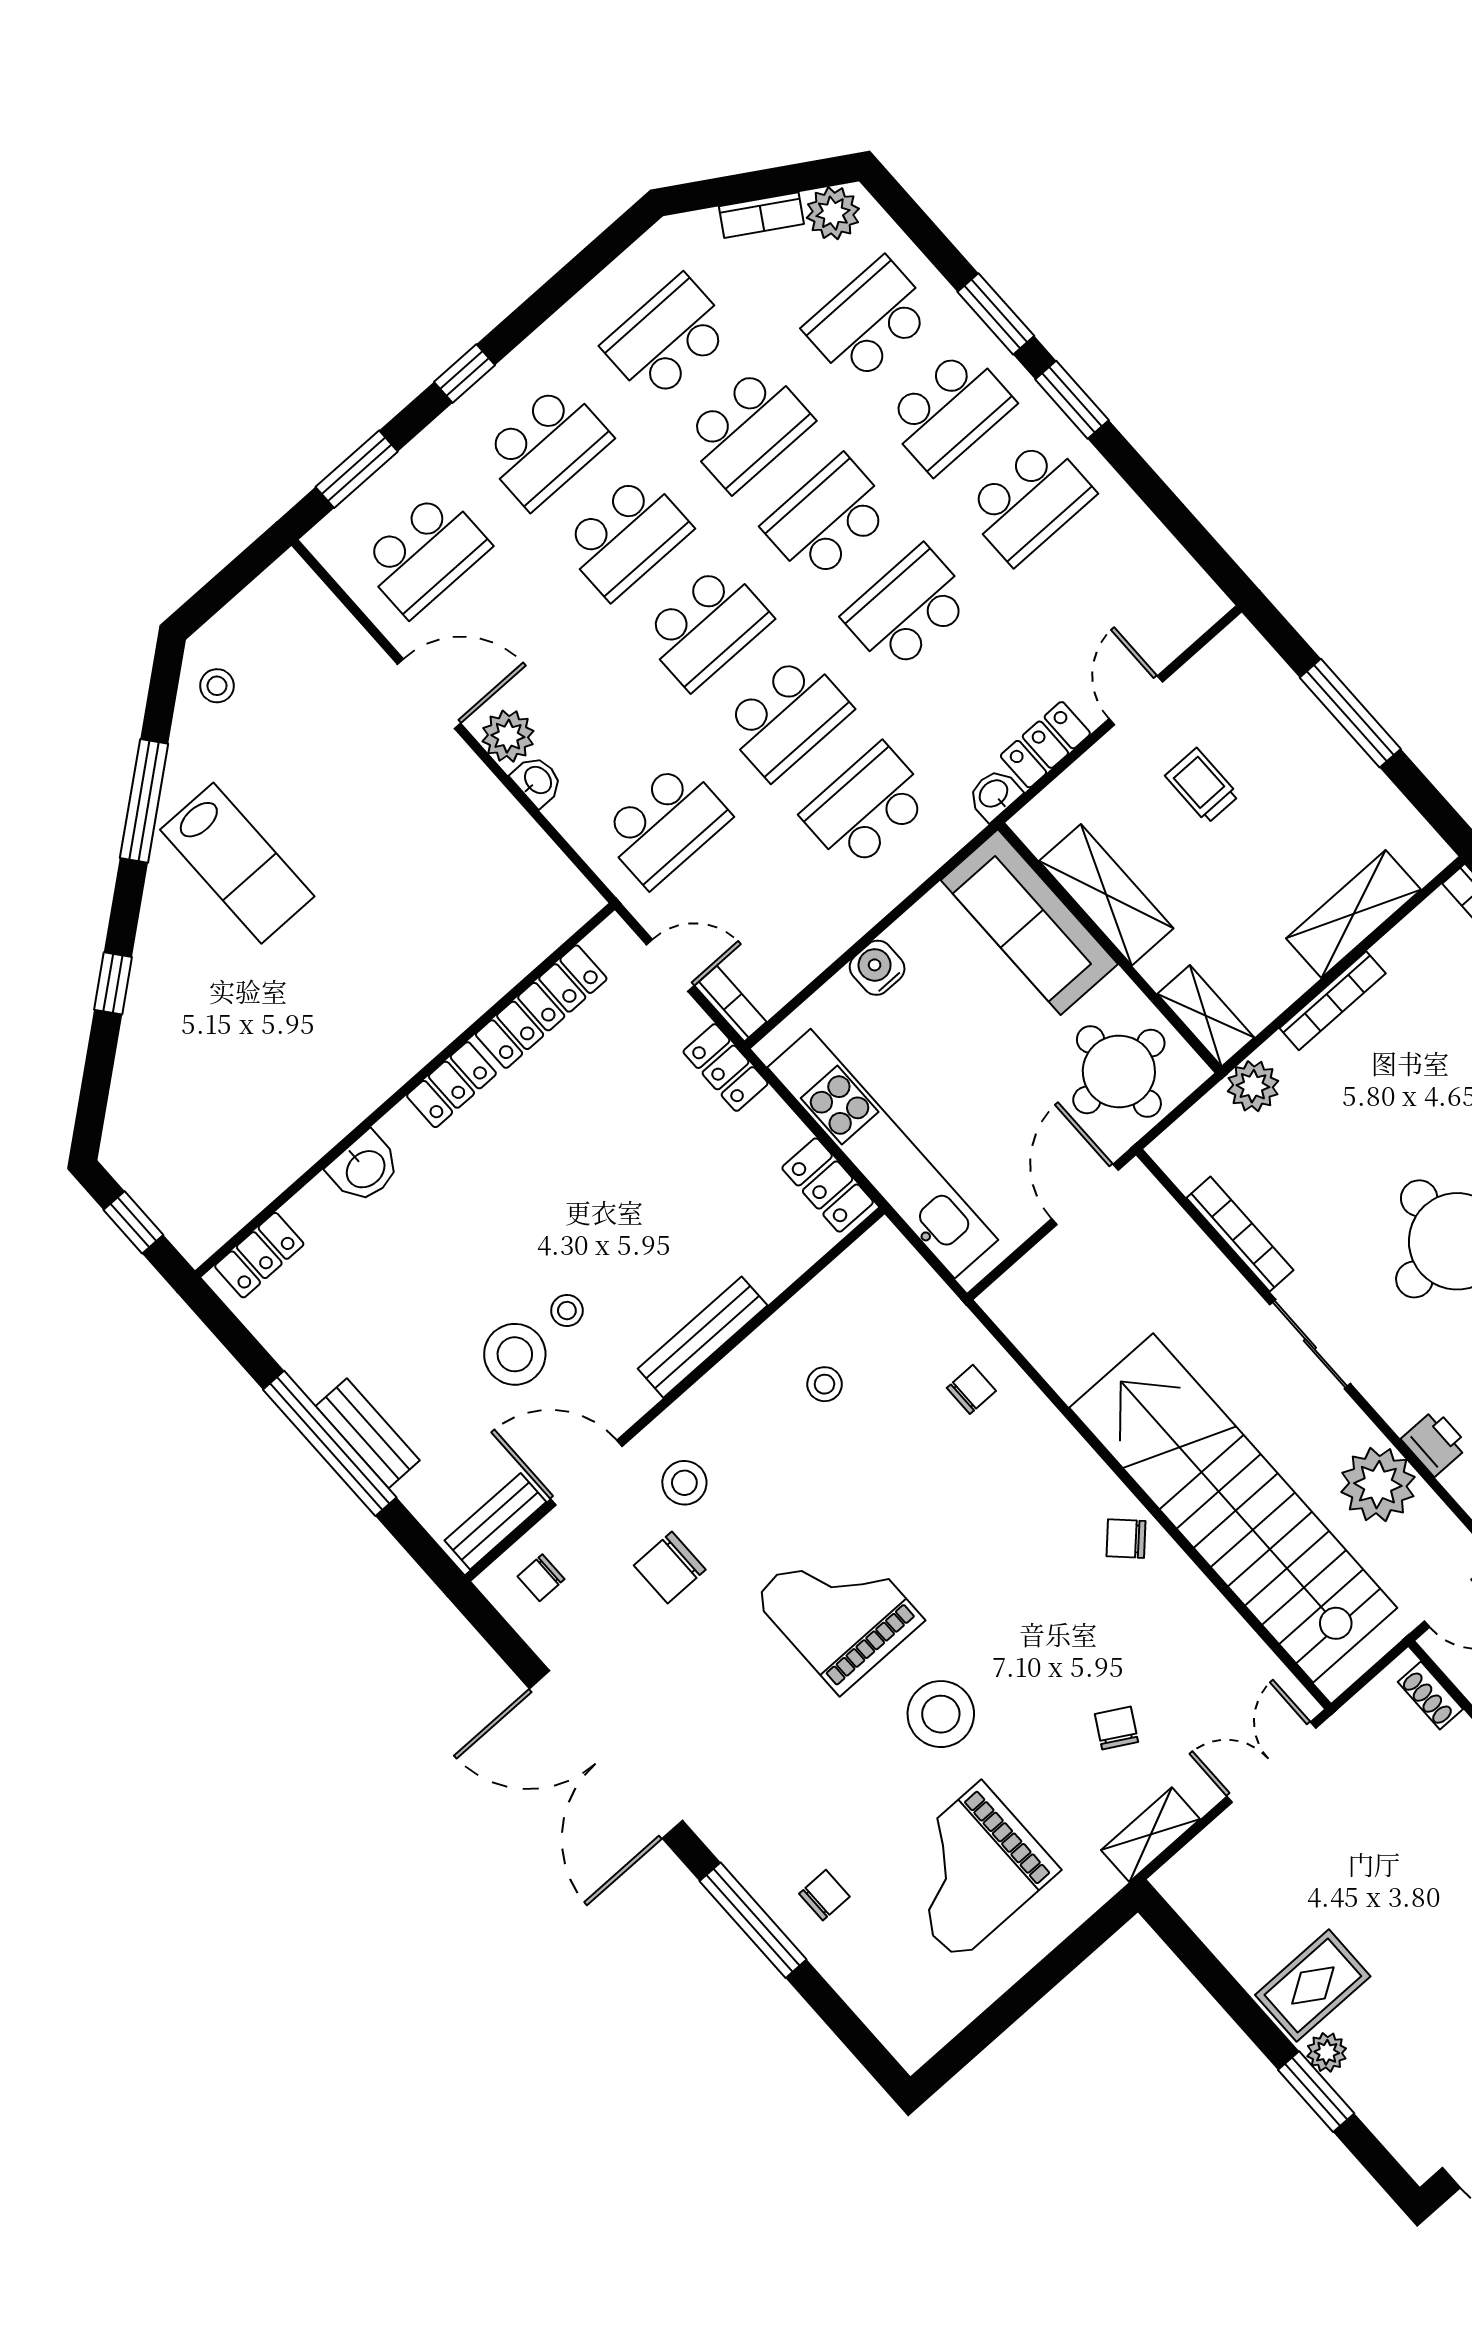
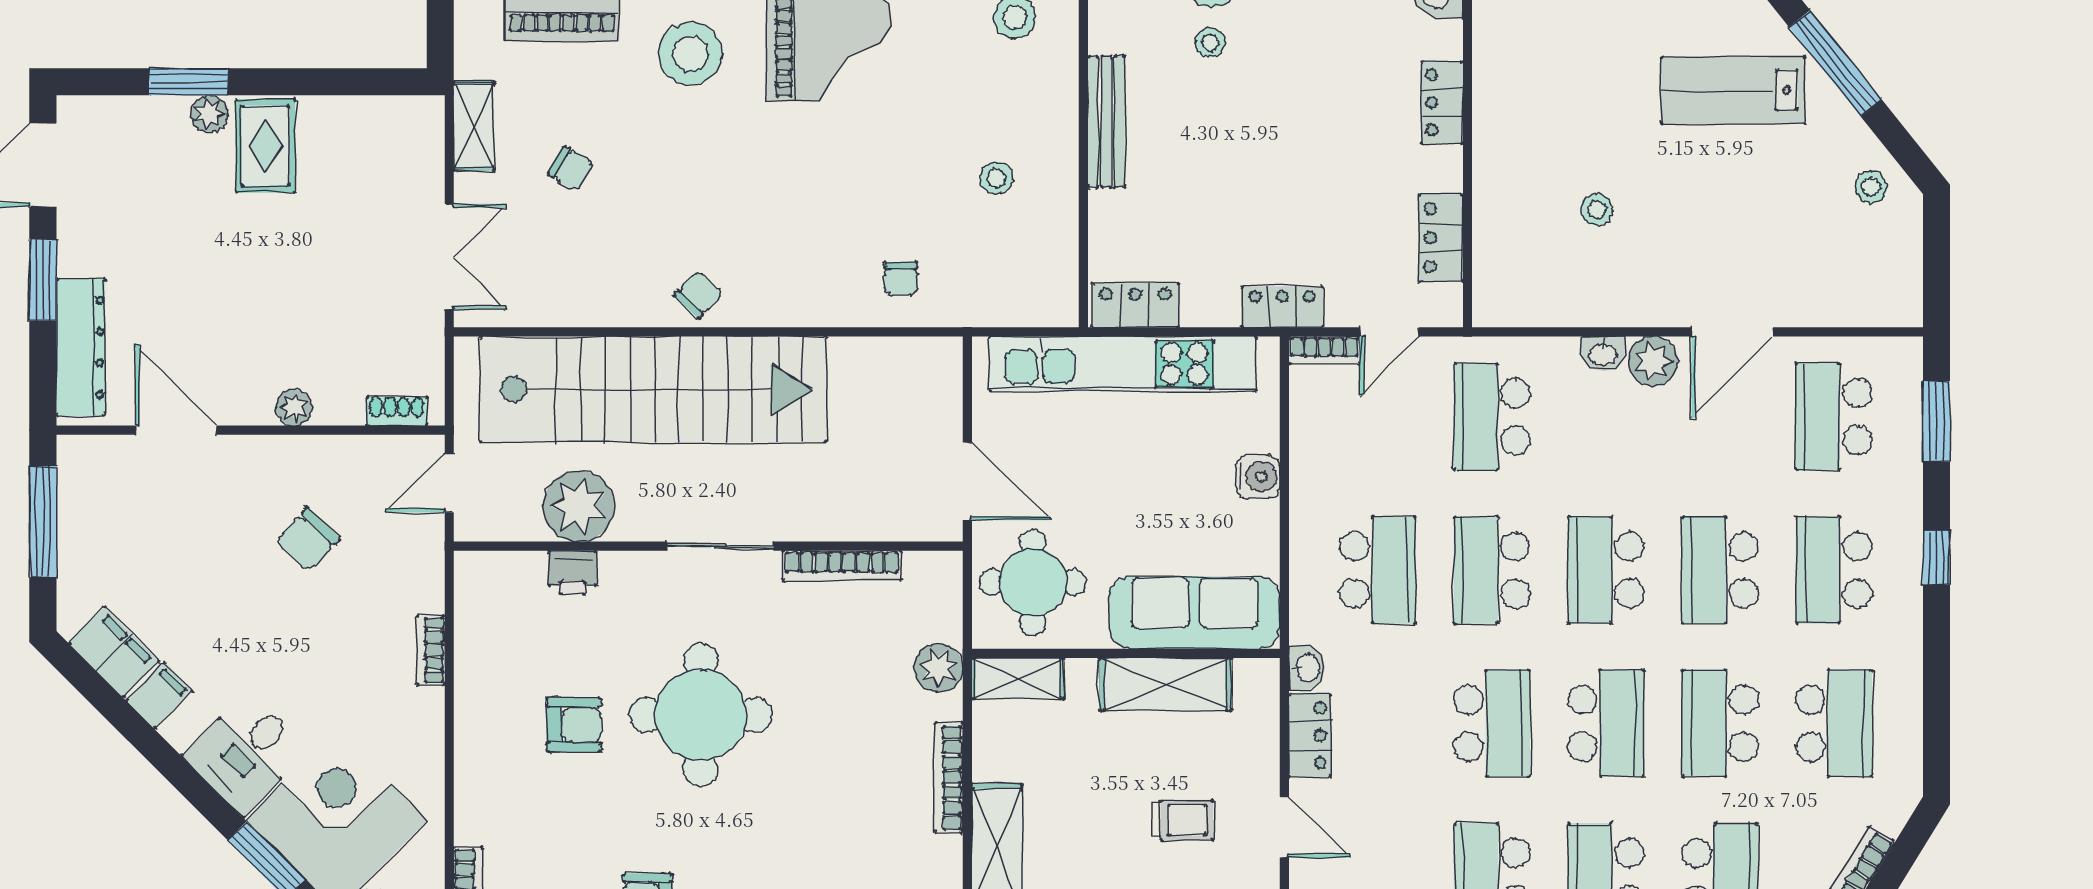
stool: (428, 887) -> (1597, 210), added
locker: (541, 1007) -> (1441, 238), width x0.66

